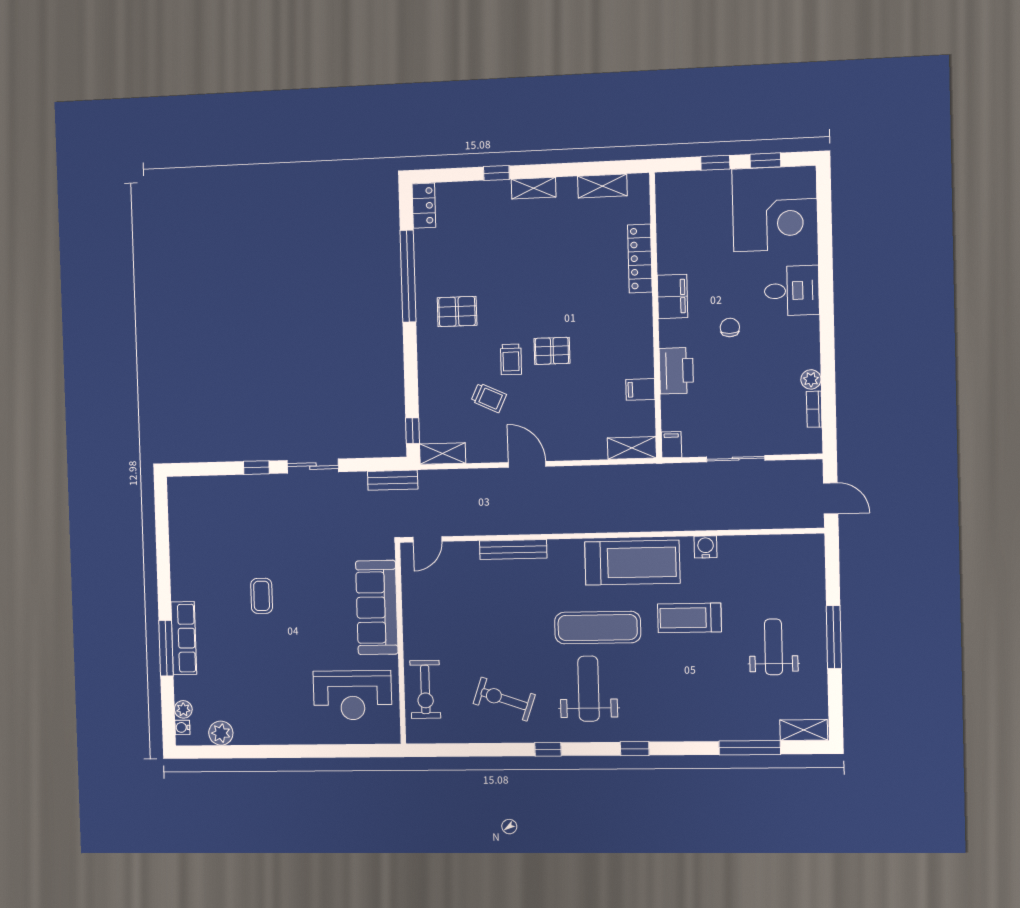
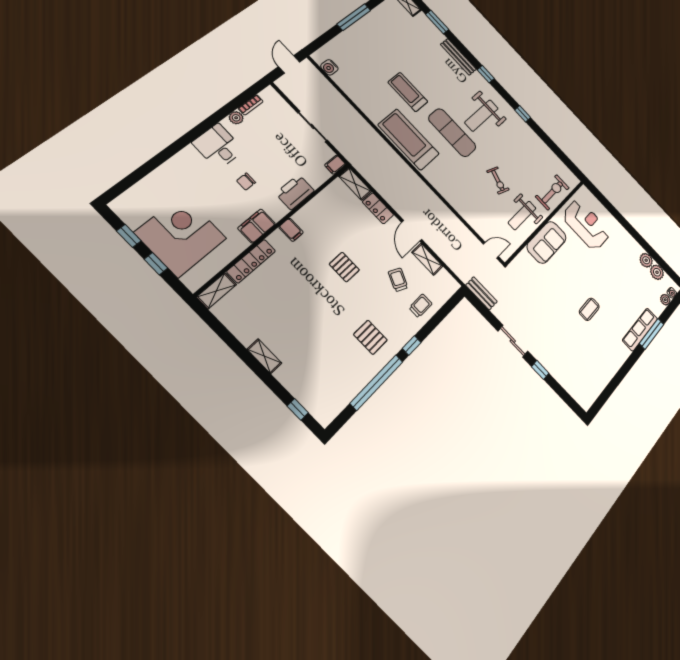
window: (496, 173) -> (298, 409), moved
shelving: (602, 186) -> (217, 291), moved, turned 90
locker: (424, 206) -> (378, 208), moved, turned -90
corner desk: (775, 209) -> (181, 235), moved
desk: (792, 291) -> (218, 146), moved
trolley: (511, 359) -> (421, 306), moved
filing cabinet: (640, 389) -> (291, 230), moved
window: (412, 431) -> (412, 345), moved
shelving: (443, 454) -> (427, 259), moved
water cooler: (706, 547) -> (329, 67), moved
bench: (513, 550) -> (458, 57), moved
sofa: (377, 607) -> (547, 242), width x0.73
treadmill: (689, 618) -> (408, 92), turned 180
weight bench: (773, 647) -> (522, 215), moved
exercise bike: (504, 699) -> (498, 180), moved, width x0.73, depth x0.72
plant: (246, 733) -> (646, 260), added
window: (750, 748) -> (437, 22), width x0.69

